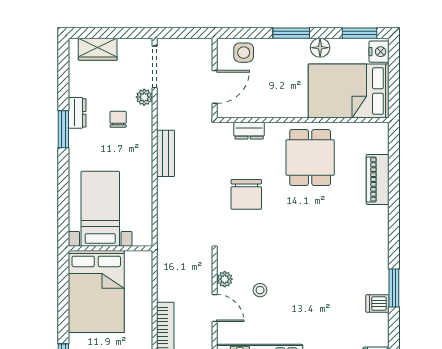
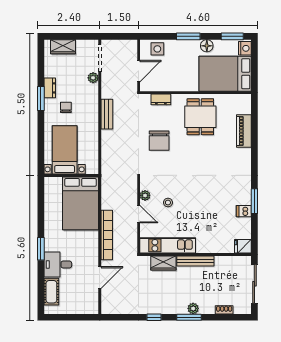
chair: (118, 119) -> (66, 107), moved
bed: (96, 291) -> (80, 203), moved

